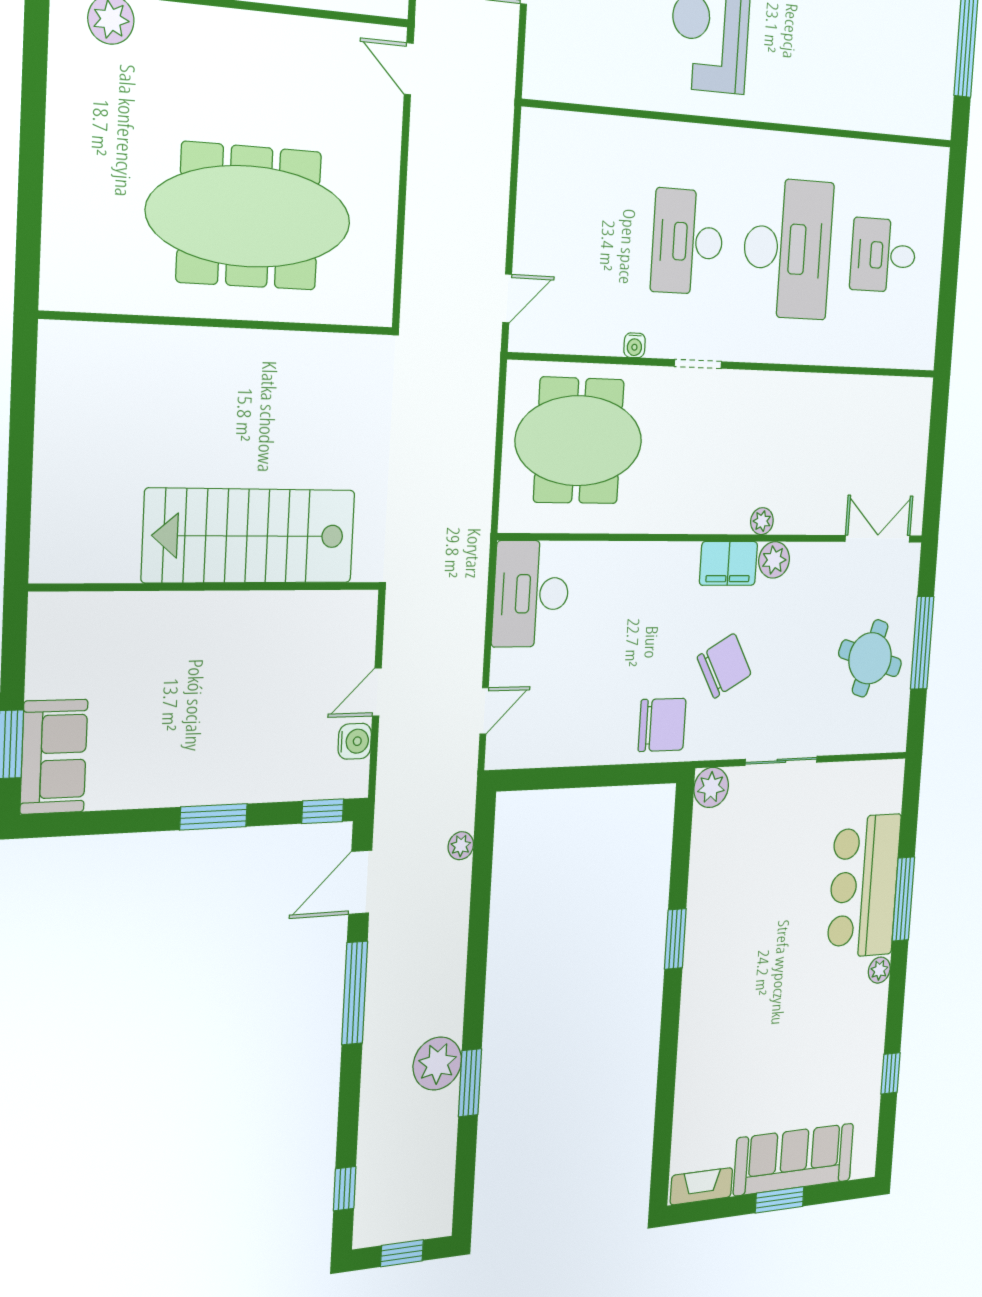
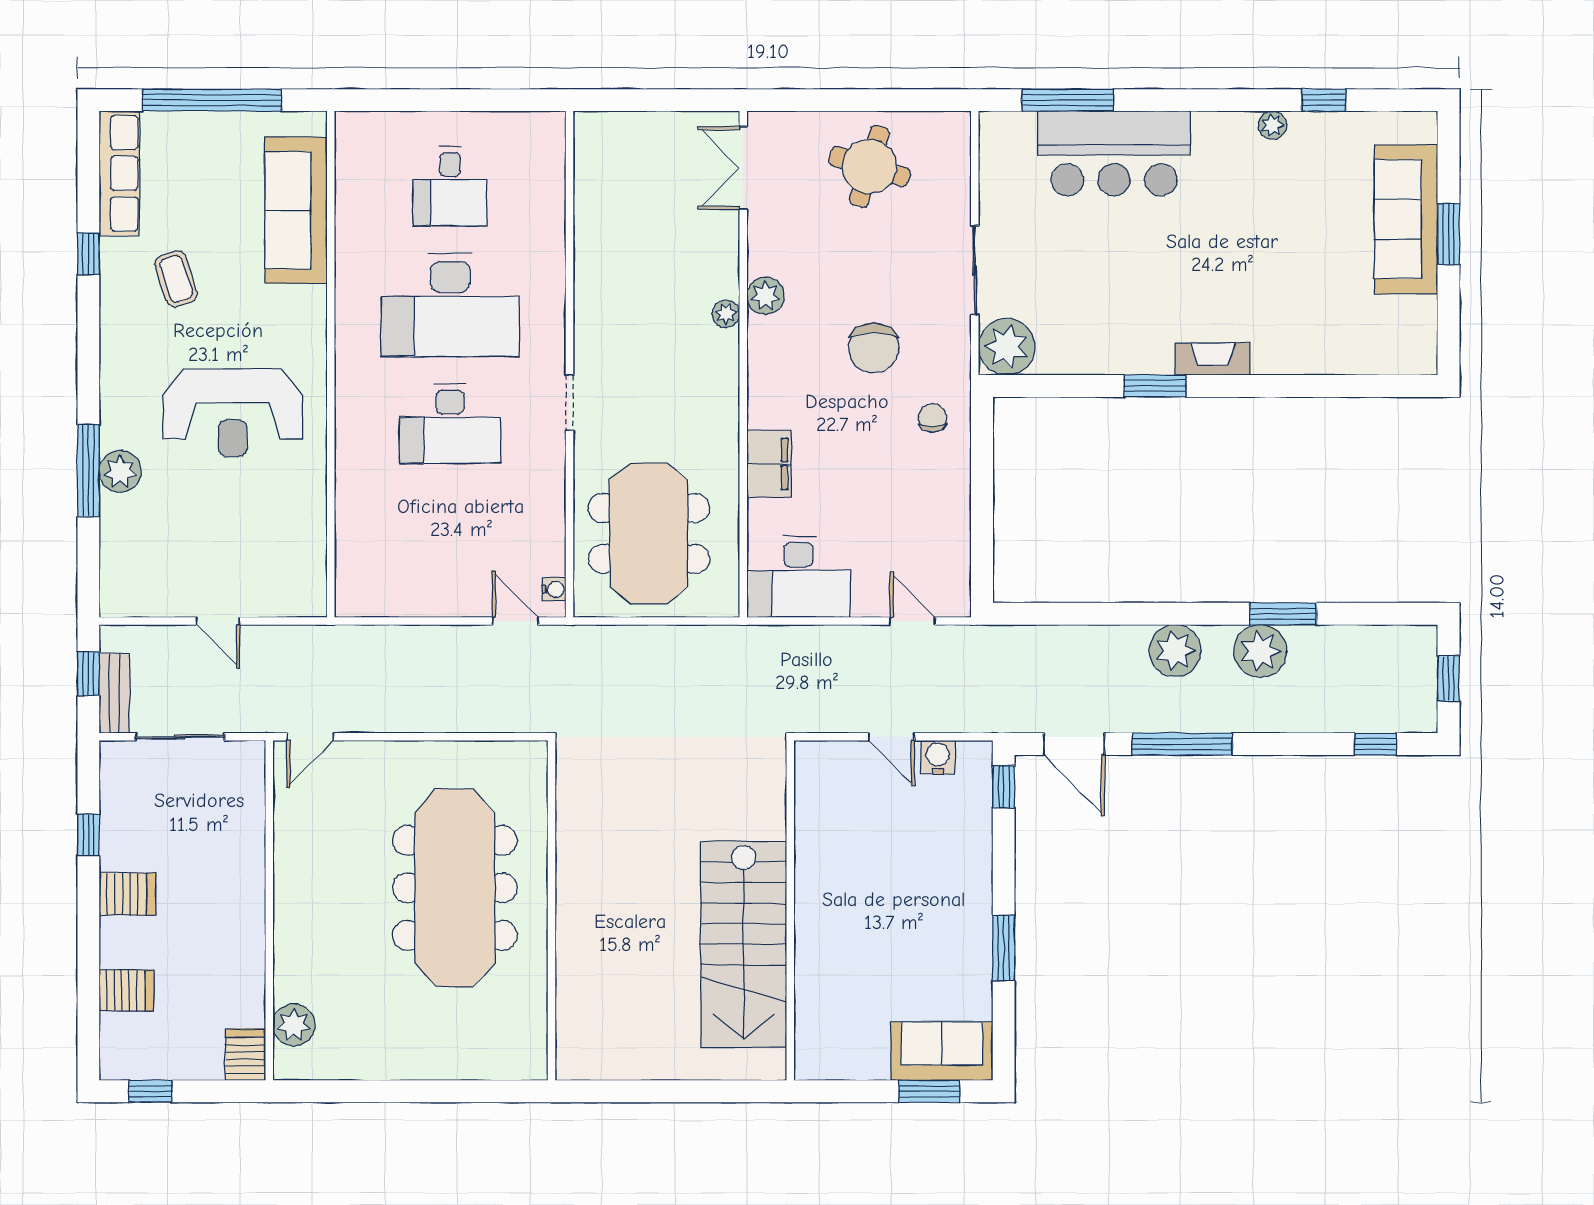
sofa: (875, 102) -> (296, 210), added
desk: (788, 249) -> (450, 305), turned 180
water cooler: (635, 345) -> (554, 589), moved
stairs: (250, 536) -> (744, 944), moved
filing cabinet: (729, 563) -> (769, 464), moved
window: (922, 643) -> (854, 100), removed
chair: (724, 666) -> (874, 348), turned -151
chair: (662, 725) -> (932, 418), width x0.54, depth x0.54
plant: (711, 787) -> (1007, 347), width x1.36, depth x1.36
window: (214, 817) -> (1004, 948), moved
plant: (461, 846) -> (1175, 651), moved, width x1.88, depth x1.88
window: (903, 899) -> (1068, 100), moved
plant: (879, 970) -> (1272, 125), moved
fireplace: (701, 1186) -> (1213, 359), moved, turned 90

